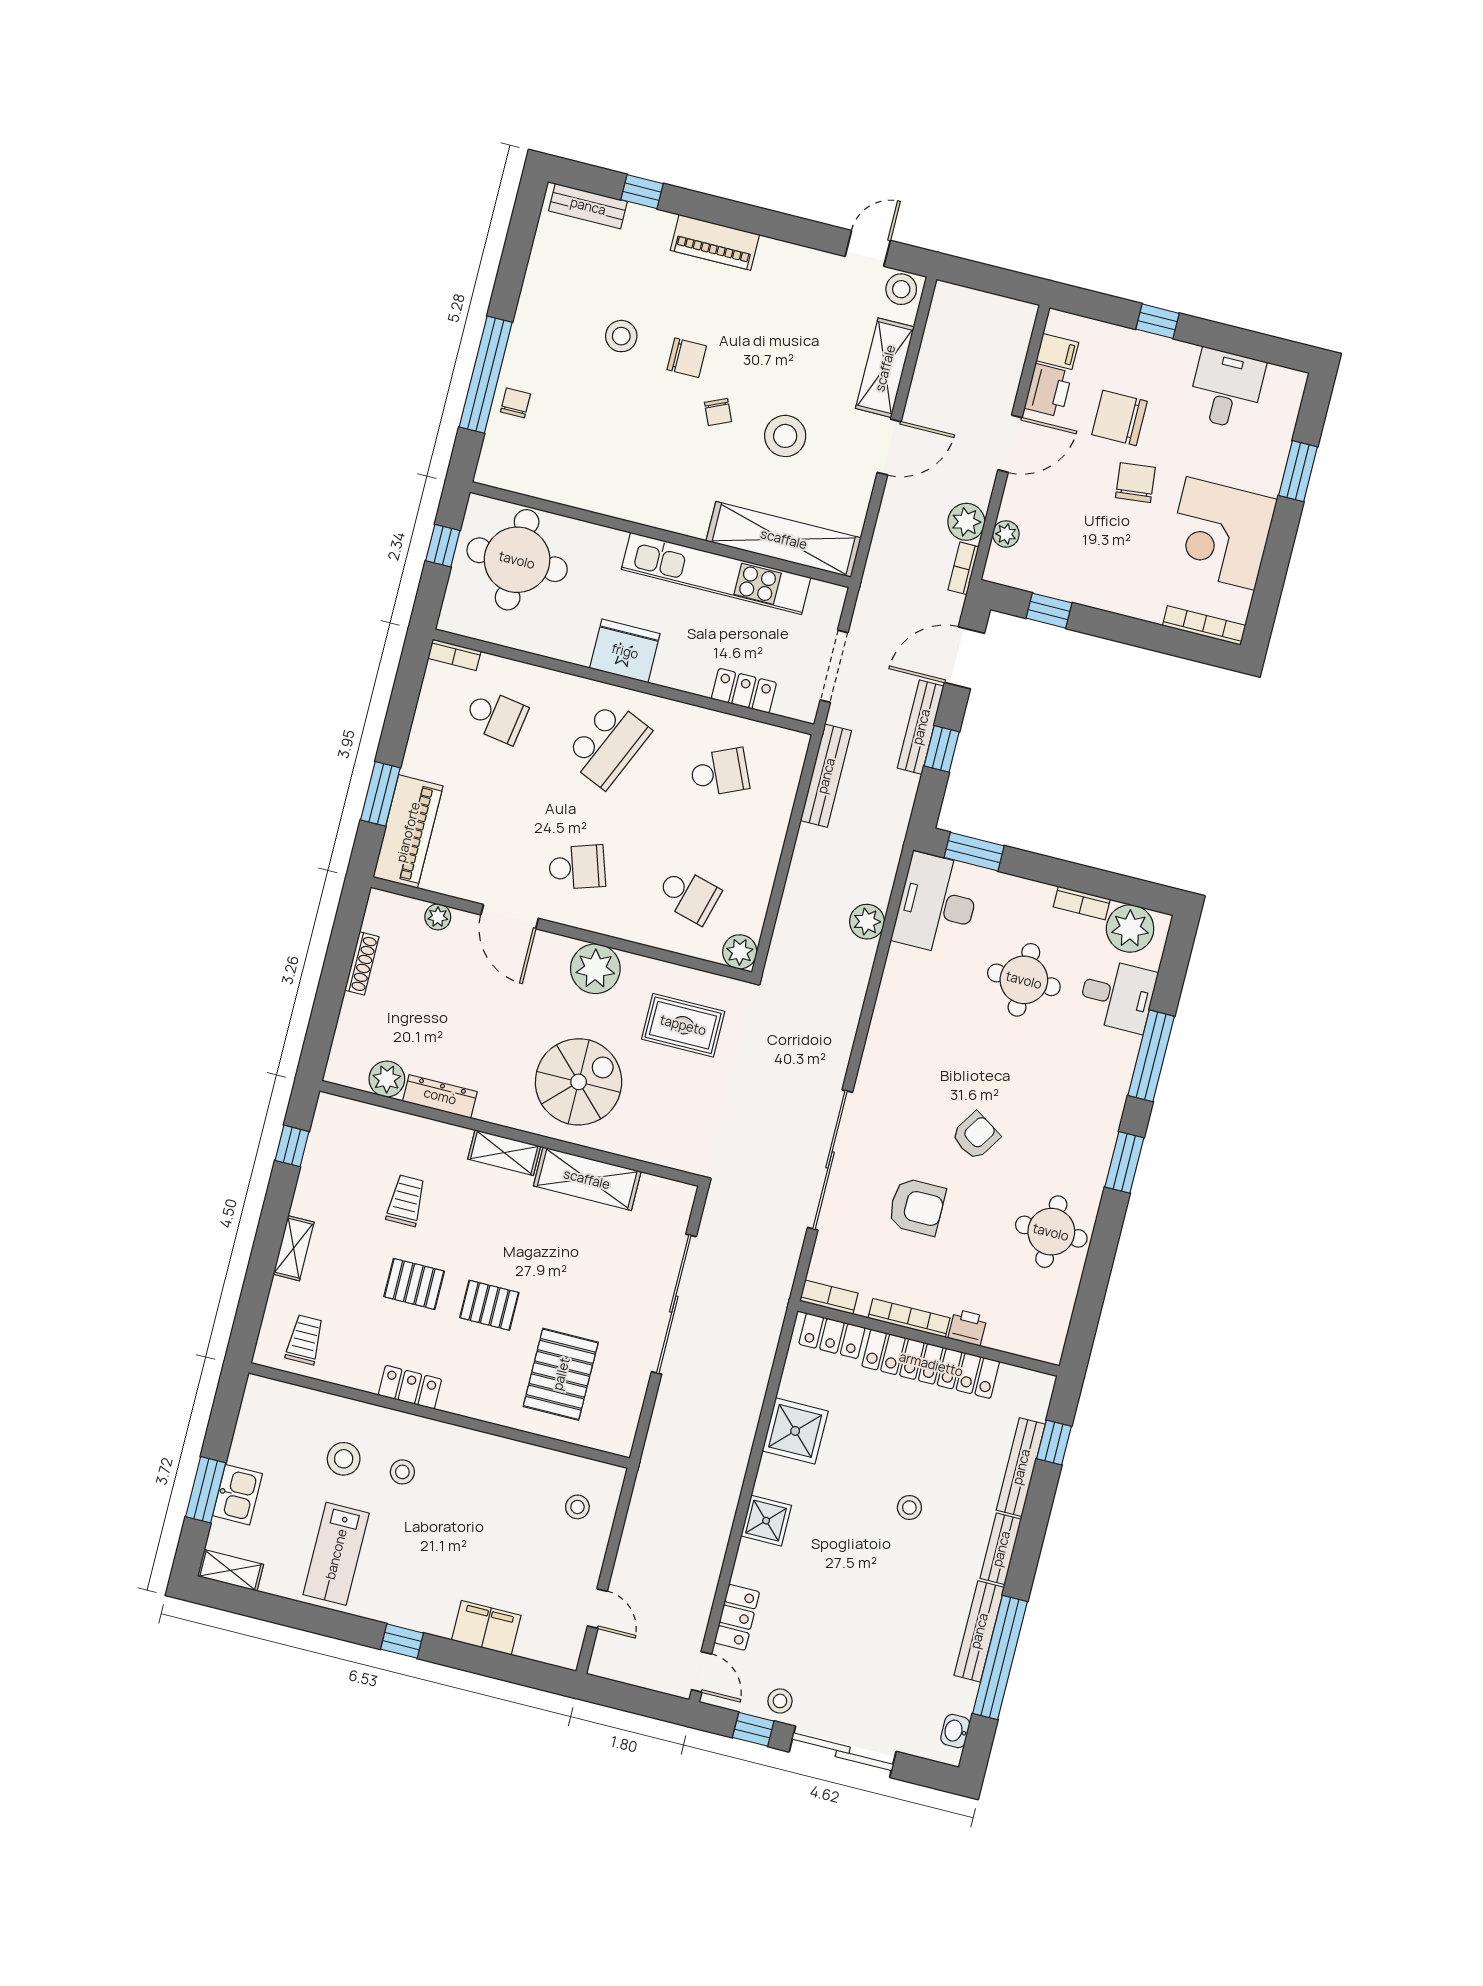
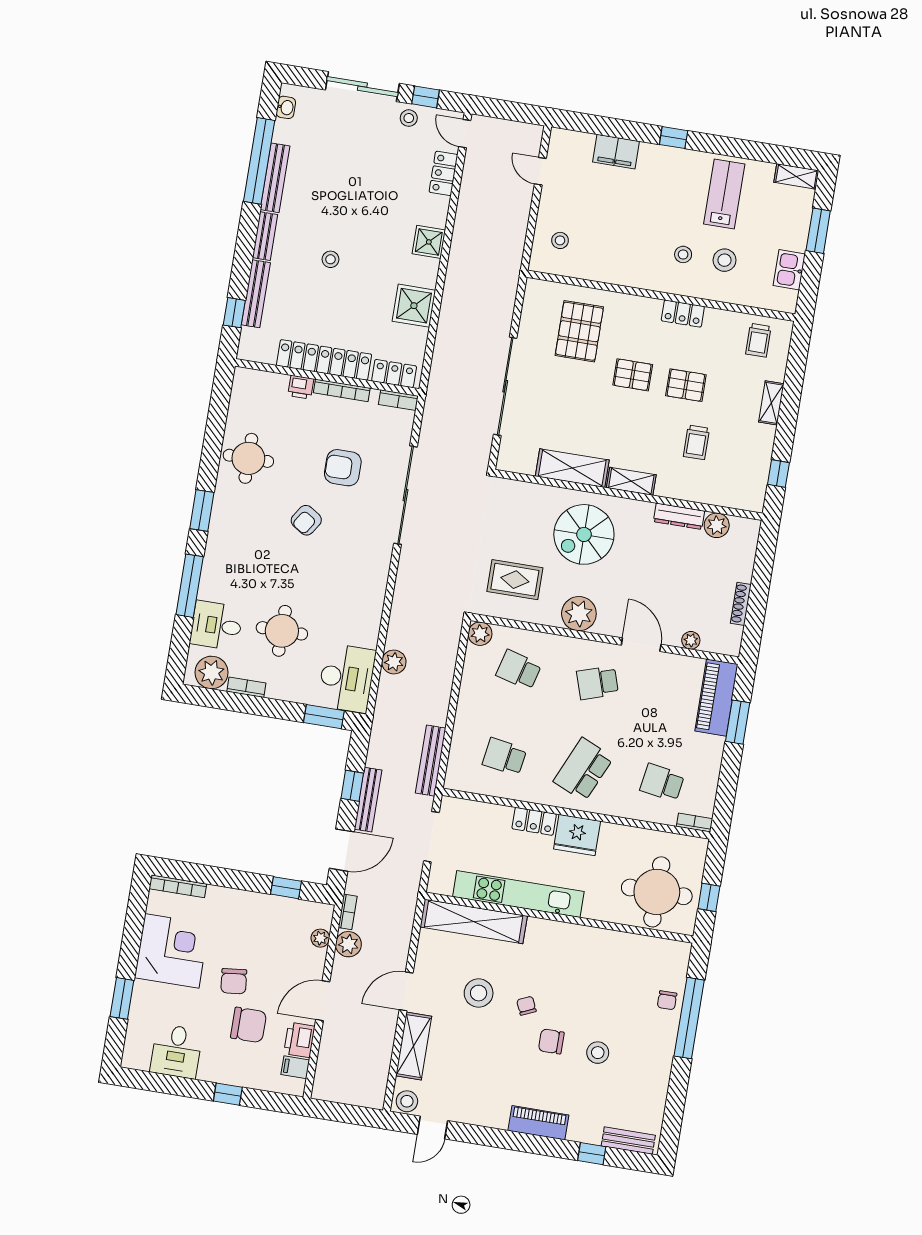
locker: (744, 691) -> (534, 821), moved
school desk: (720, 772) -> (504, 757), turned 33
kitchen sink: (237, 1495) -> (789, 270), moved

